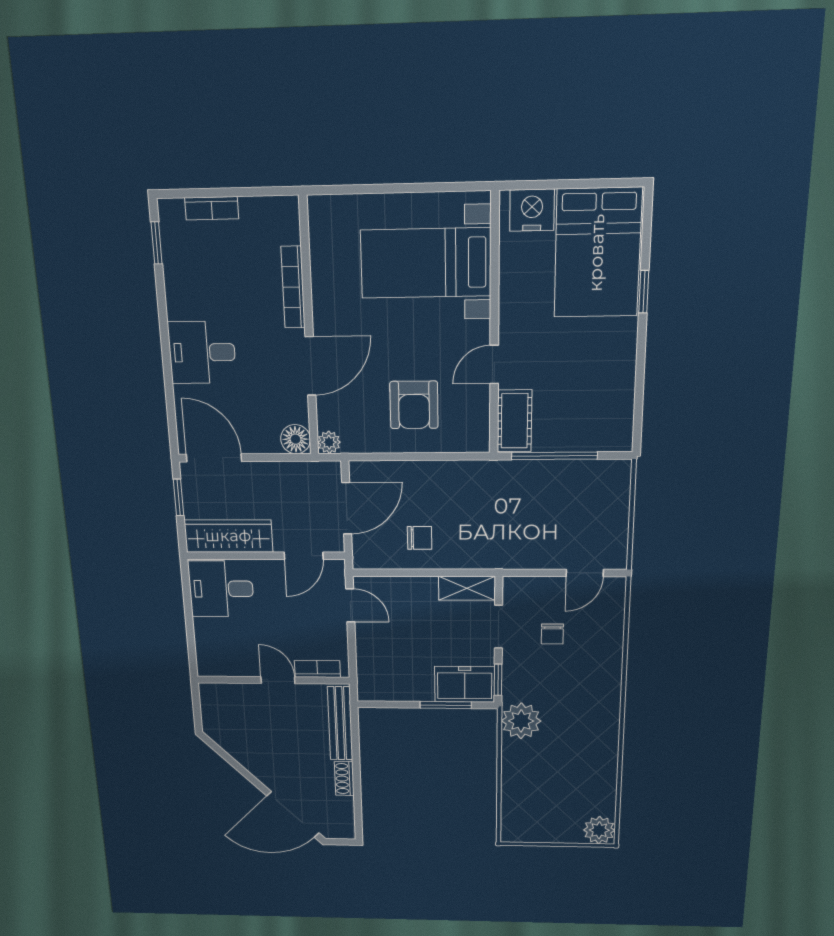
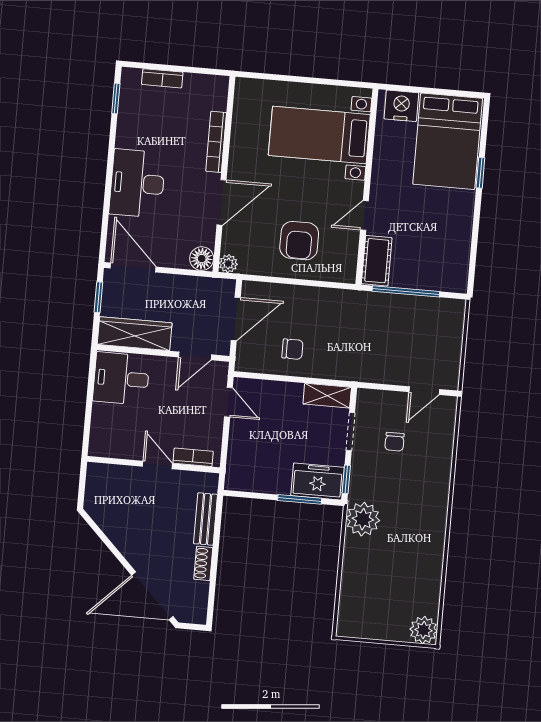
desk: (202, 352) -> (137, 183), width x1.37
bench: (340, 723) -> (205, 519), width x0.73

